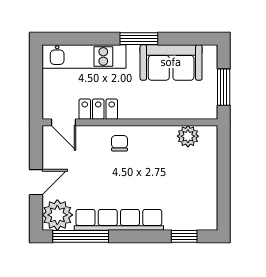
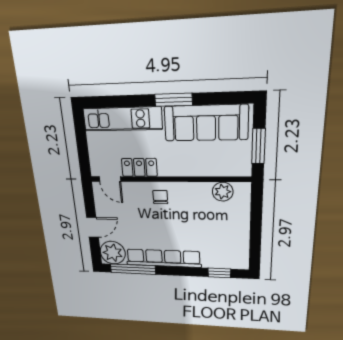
sofa: (171, 62) -> (206, 123), width x1.36

